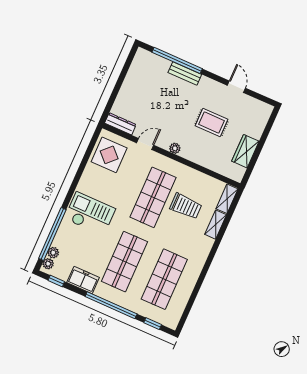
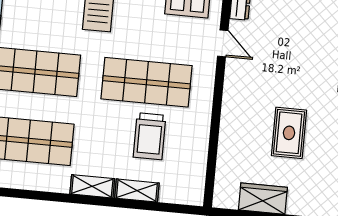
plant: (175, 148) -> (231, 91), removed
shelving: (227, 199) -> (92, 186), moved

